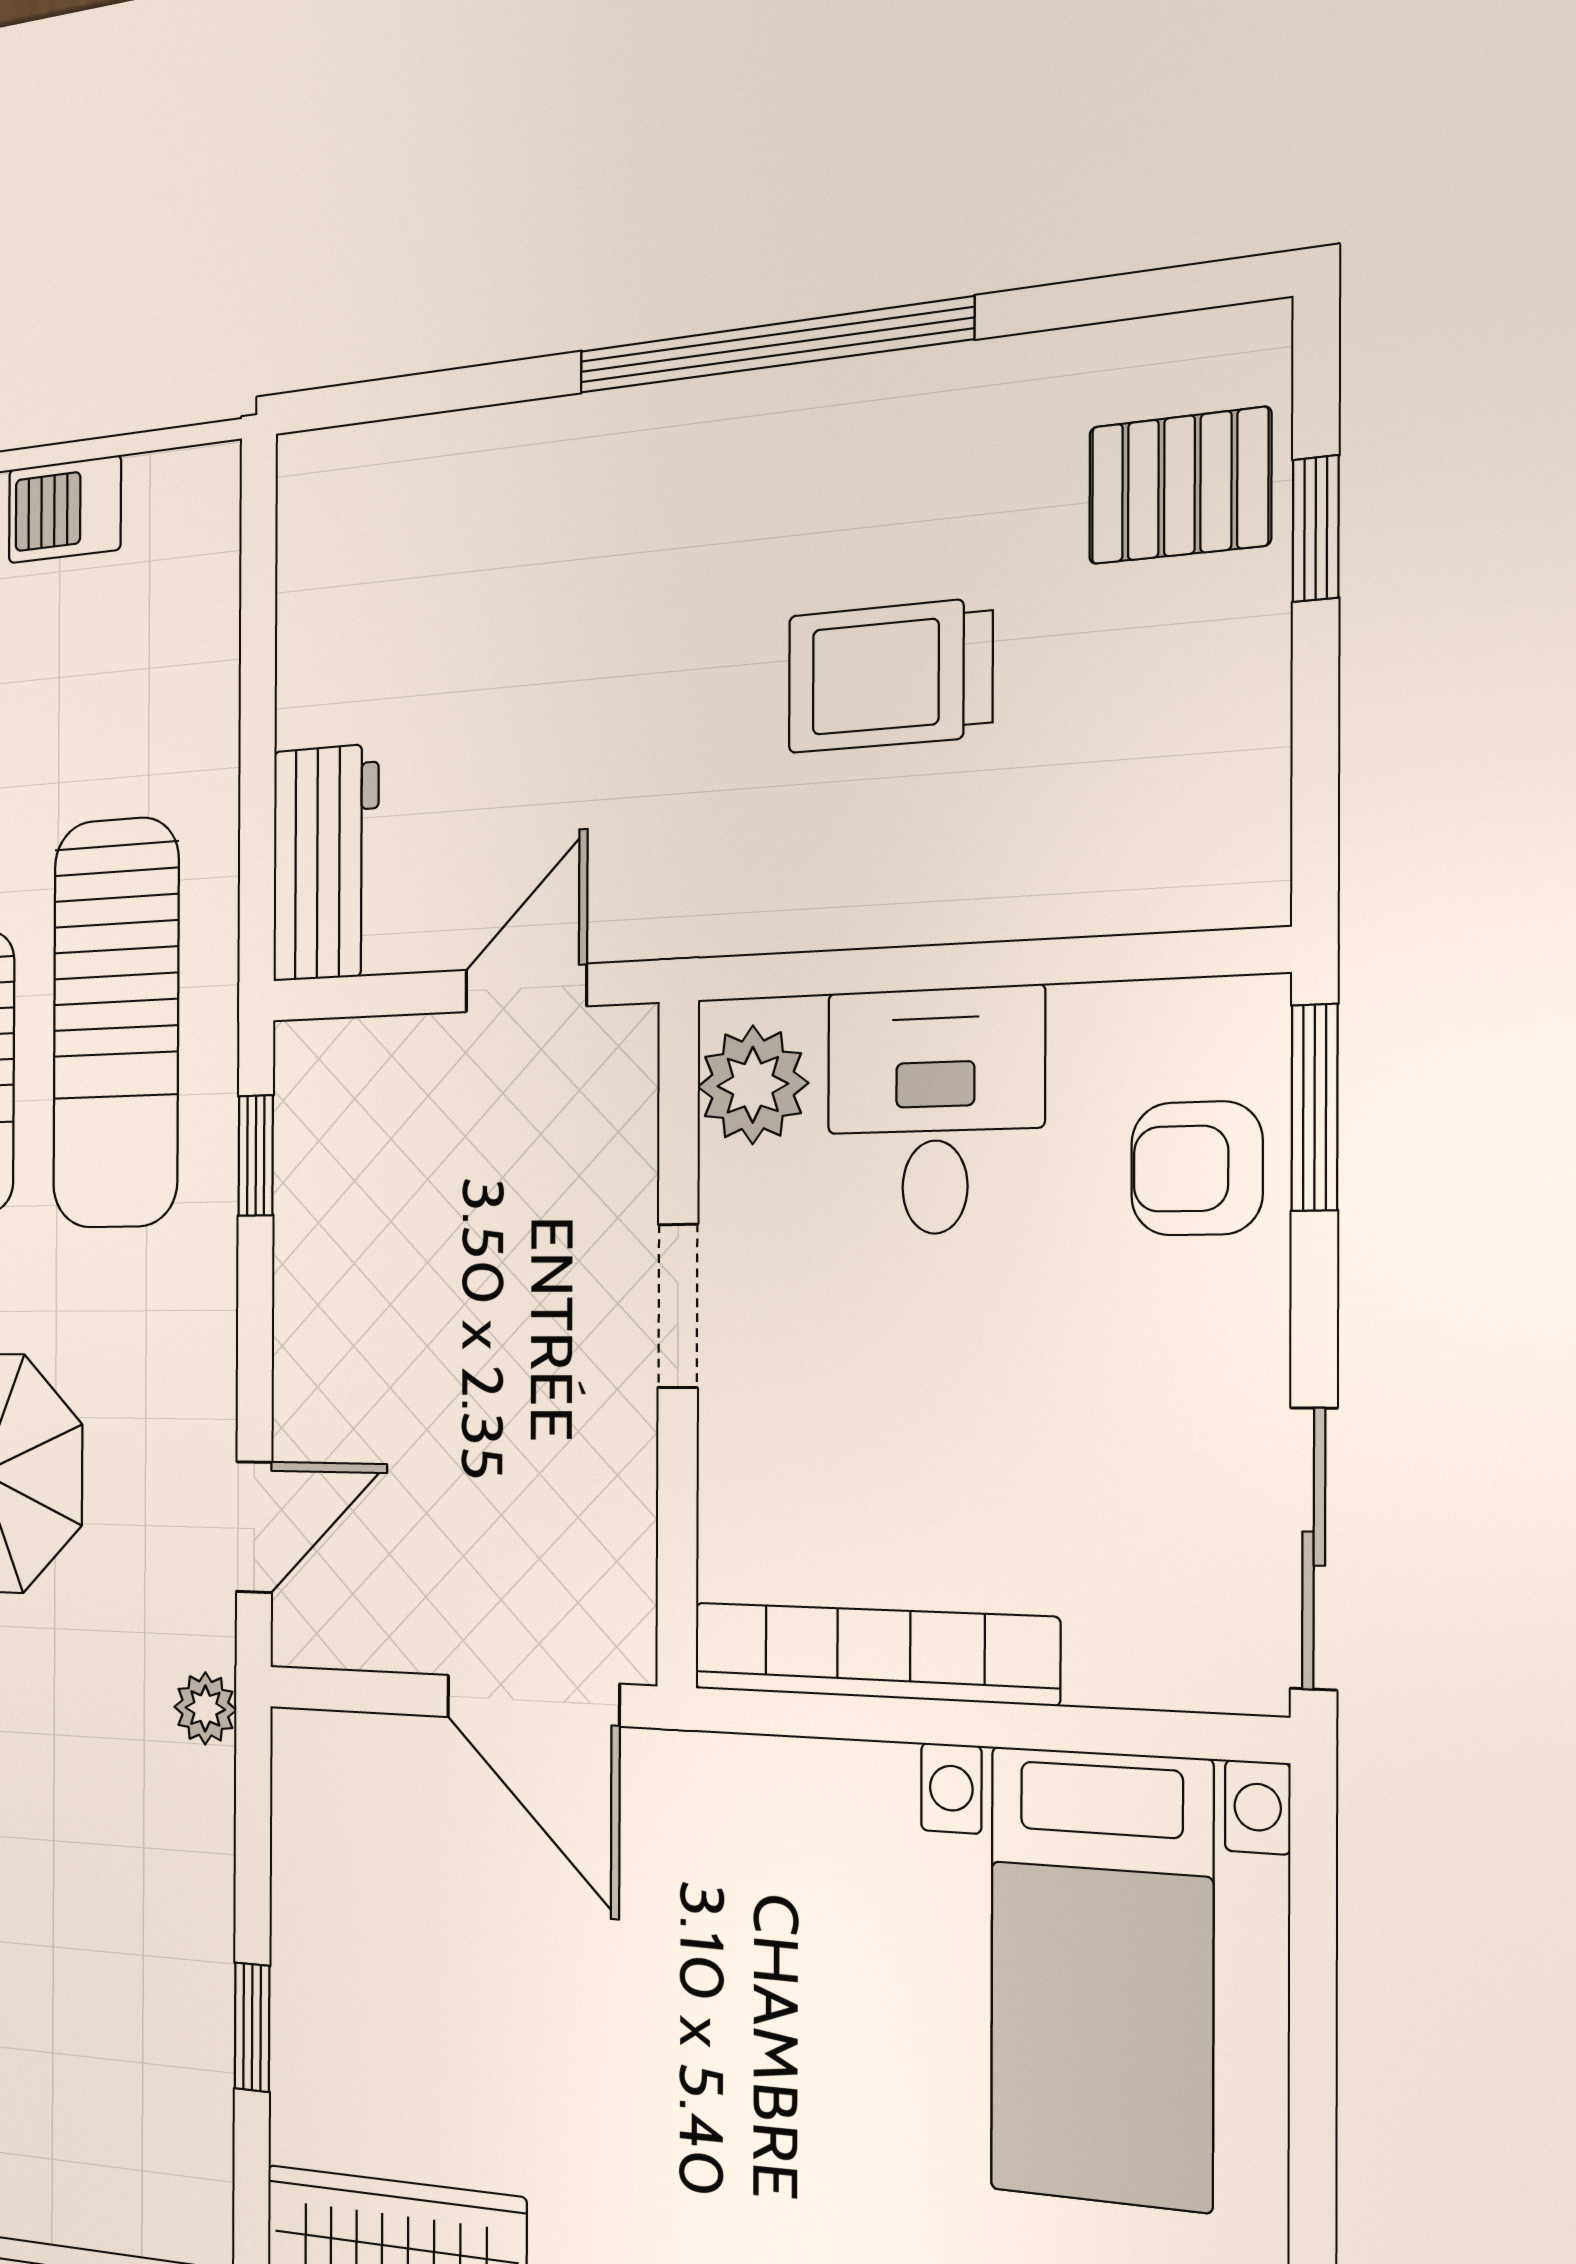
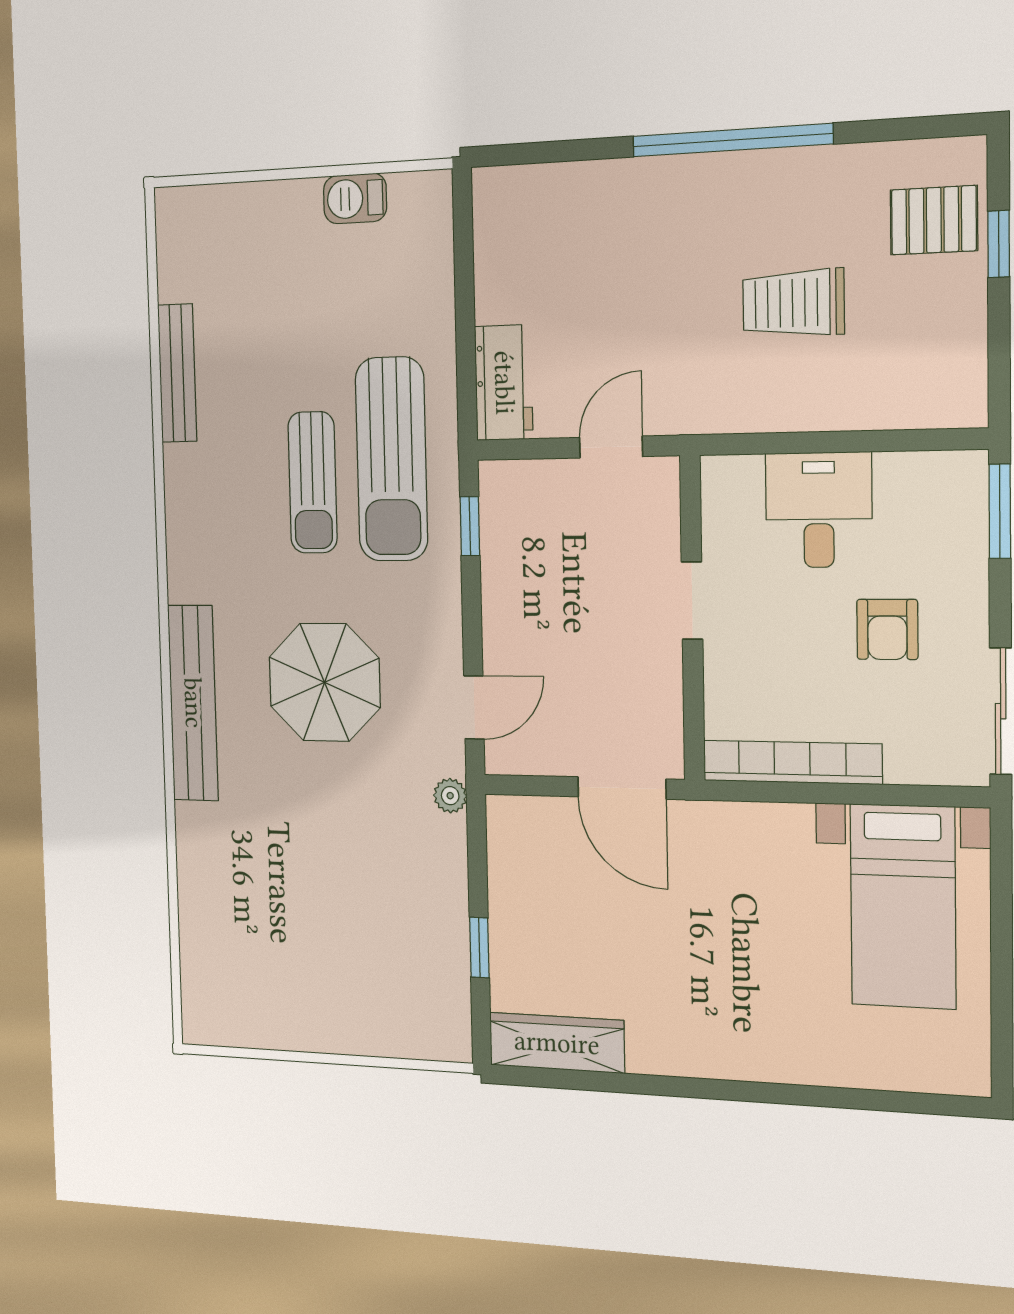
plant: (753, 1085) -> (728, 496), removed
armchair: (1197, 1168) -> (887, 629), moved, turned -90

